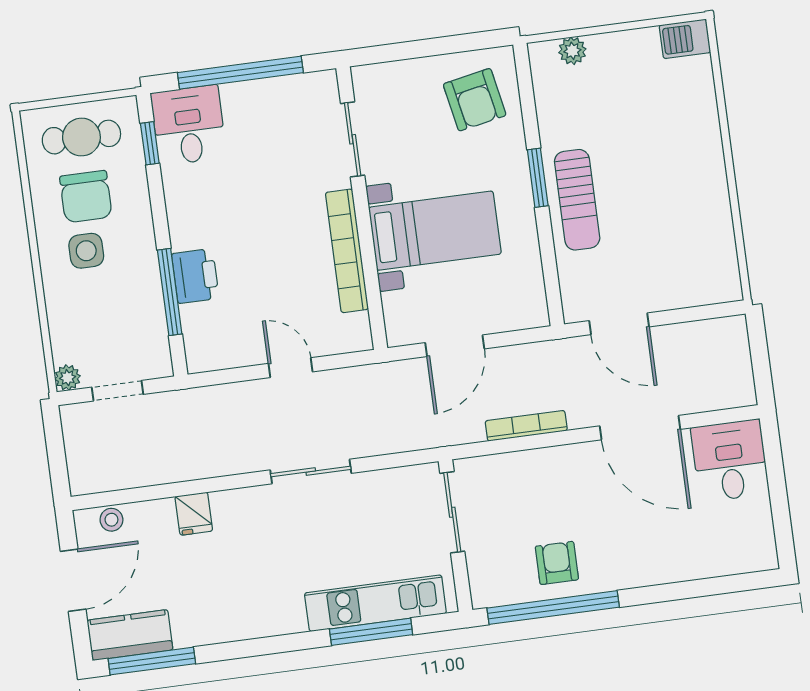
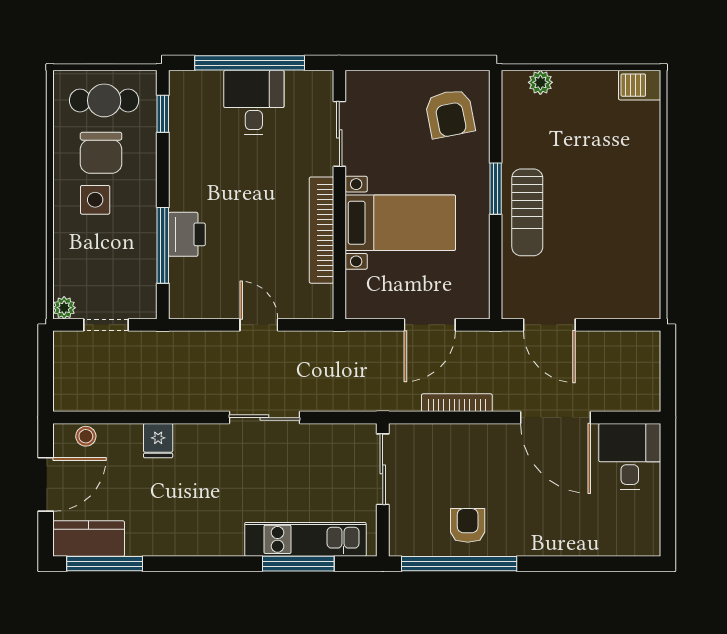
desk: (189, 125) -> (254, 103), moved
door: (455, 346) -> (430, 325), moved

